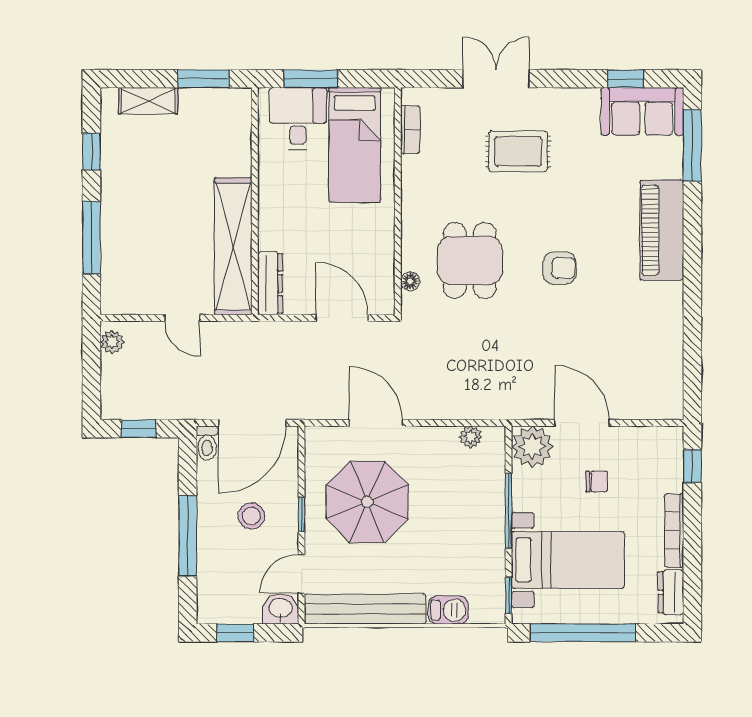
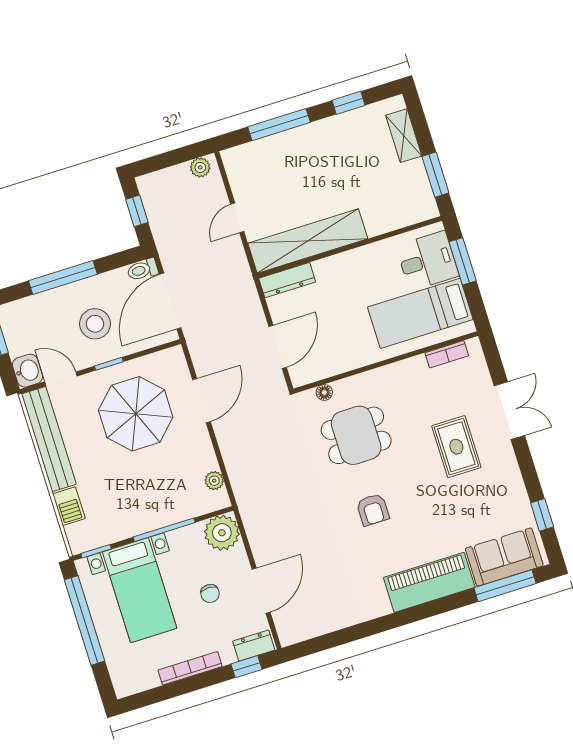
sofa: (642, 111) -> (504, 557), moved, turned 90
door: (252, 423) -> (170, 301), hinge flipped
door: (582, 423) -> (261, 591), moved
stool: (251, 516) -> (95, 324), width x1.38, depth x1.38
dresser: (671, 592) -> (254, 646), moved

